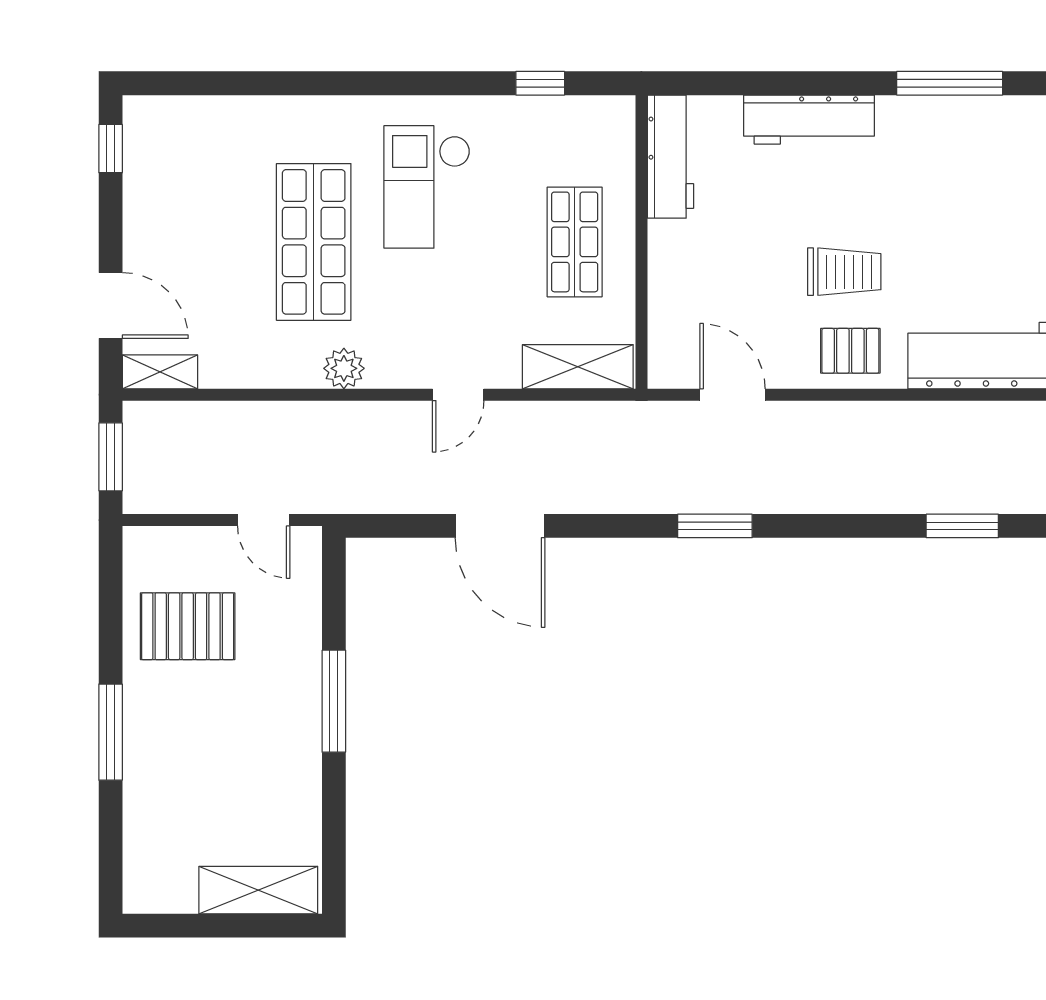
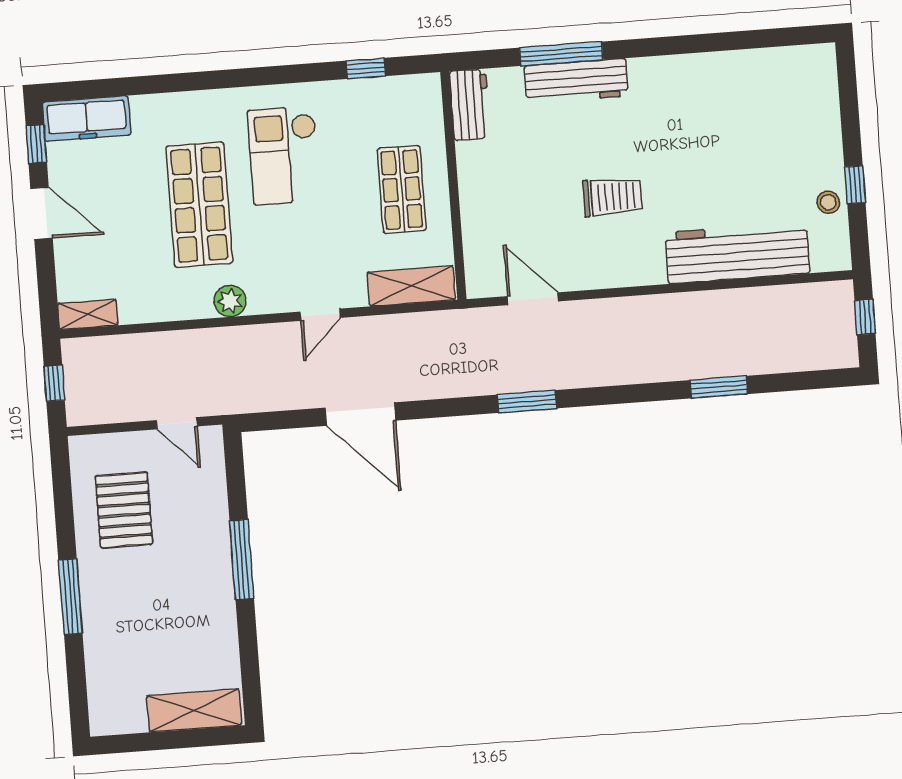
window: (950, 83) -> (561, 54), moved
freezer: (177, 121) -> (87, 119), added
workbench: (670, 157) -> (470, 105), width x0.73
door: (111, 306) -> (42, 213), moved
pallet: (850, 351) -> (622, 258), removed
window: (111, 457) -> (54, 383), width x0.67
pallet: (188, 626) -> (124, 510), turned 90

